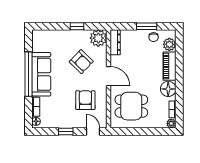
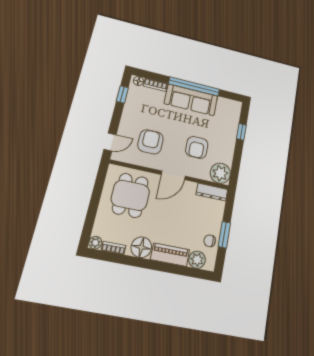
window: (77, 26) -> (241, 132), moved
armchair: (81, 62) -> (197, 147), turned -44
armchair: (85, 100) -> (150, 142), turned -90
window: (66, 132) -> (122, 94), moved

